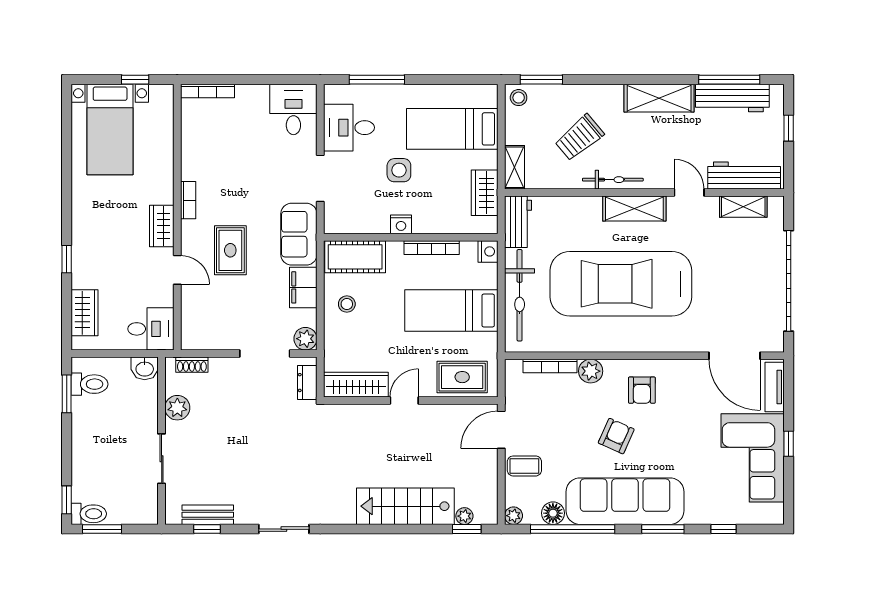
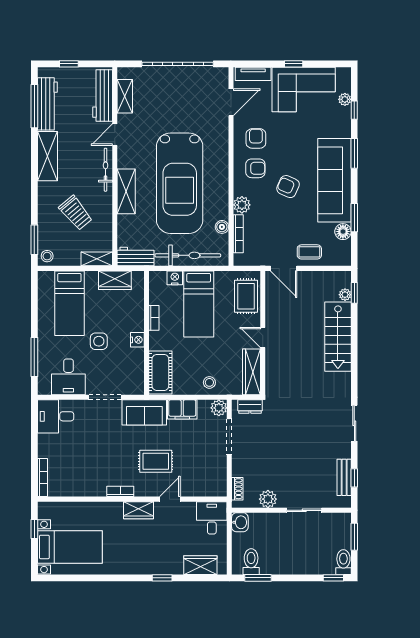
bicycle: (613, 180) -> (106, 170), moved
shelving: (634, 209) -> (126, 191), moved
bookcase: (432, 248) -> (154, 318), width x0.64
nightstand: (488, 251) -> (175, 278), moved
stool: (347, 304) -> (209, 382), moved
boiler: (560, 343) -> (222, 227), added
door: (734, 356) -> (231, 102), width x0.73
armchair: (684, 391) -> (256, 138), added
coffee table: (524, 466) -> (309, 252), turned 90
plant: (514, 516) -> (345, 99), moved
window: (102, 529) -> (354, 537), moved
window: (573, 529) -> (354, 218), width x0.47

